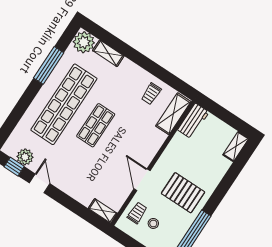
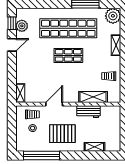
shelving: (108, 53) -> (116, 45), moved
shelving: (173, 114) -> (93, 97), moved
workbench: (193, 121) -> (89, 112), moved
shelving: (236, 147) -> (94, 147), moved
pallet: (183, 193) -> (62, 134), turned 90

